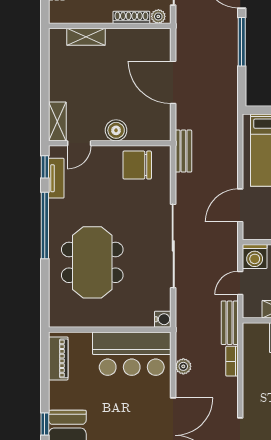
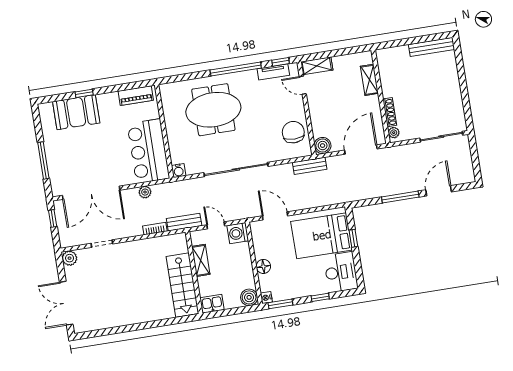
plant: (158, 16) -> (394, 133), moved
shoe rack: (131, 17) -> (390, 112), moved
wall: (110, 26) -> (381, 97), moved
shelving: (86, 37) -> (369, 80), moved
boiler: (116, 130) -> (323, 146), moved

